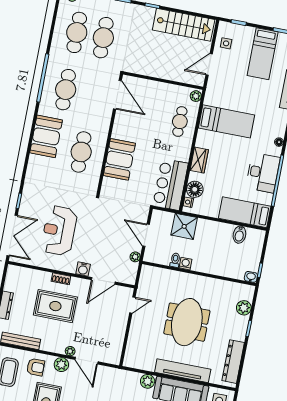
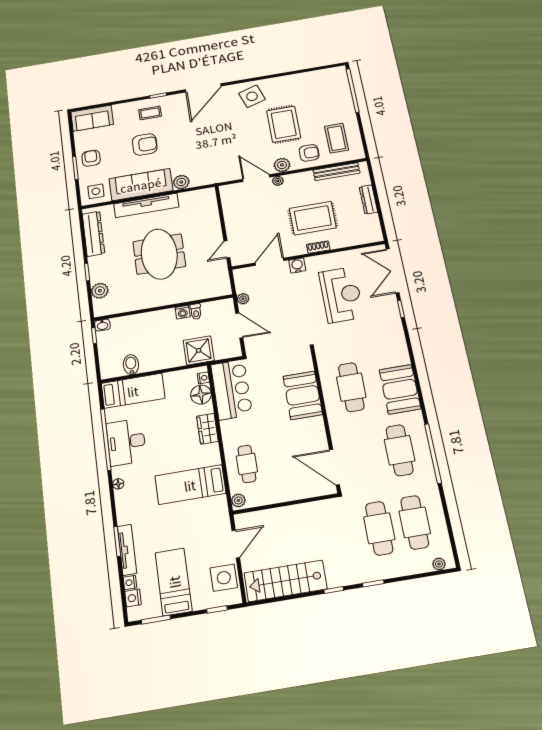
side table: (226, 43) -> (224, 578), width x1.87, depth x1.87
armchair: (36, 367) -> (309, 153), turned 180

